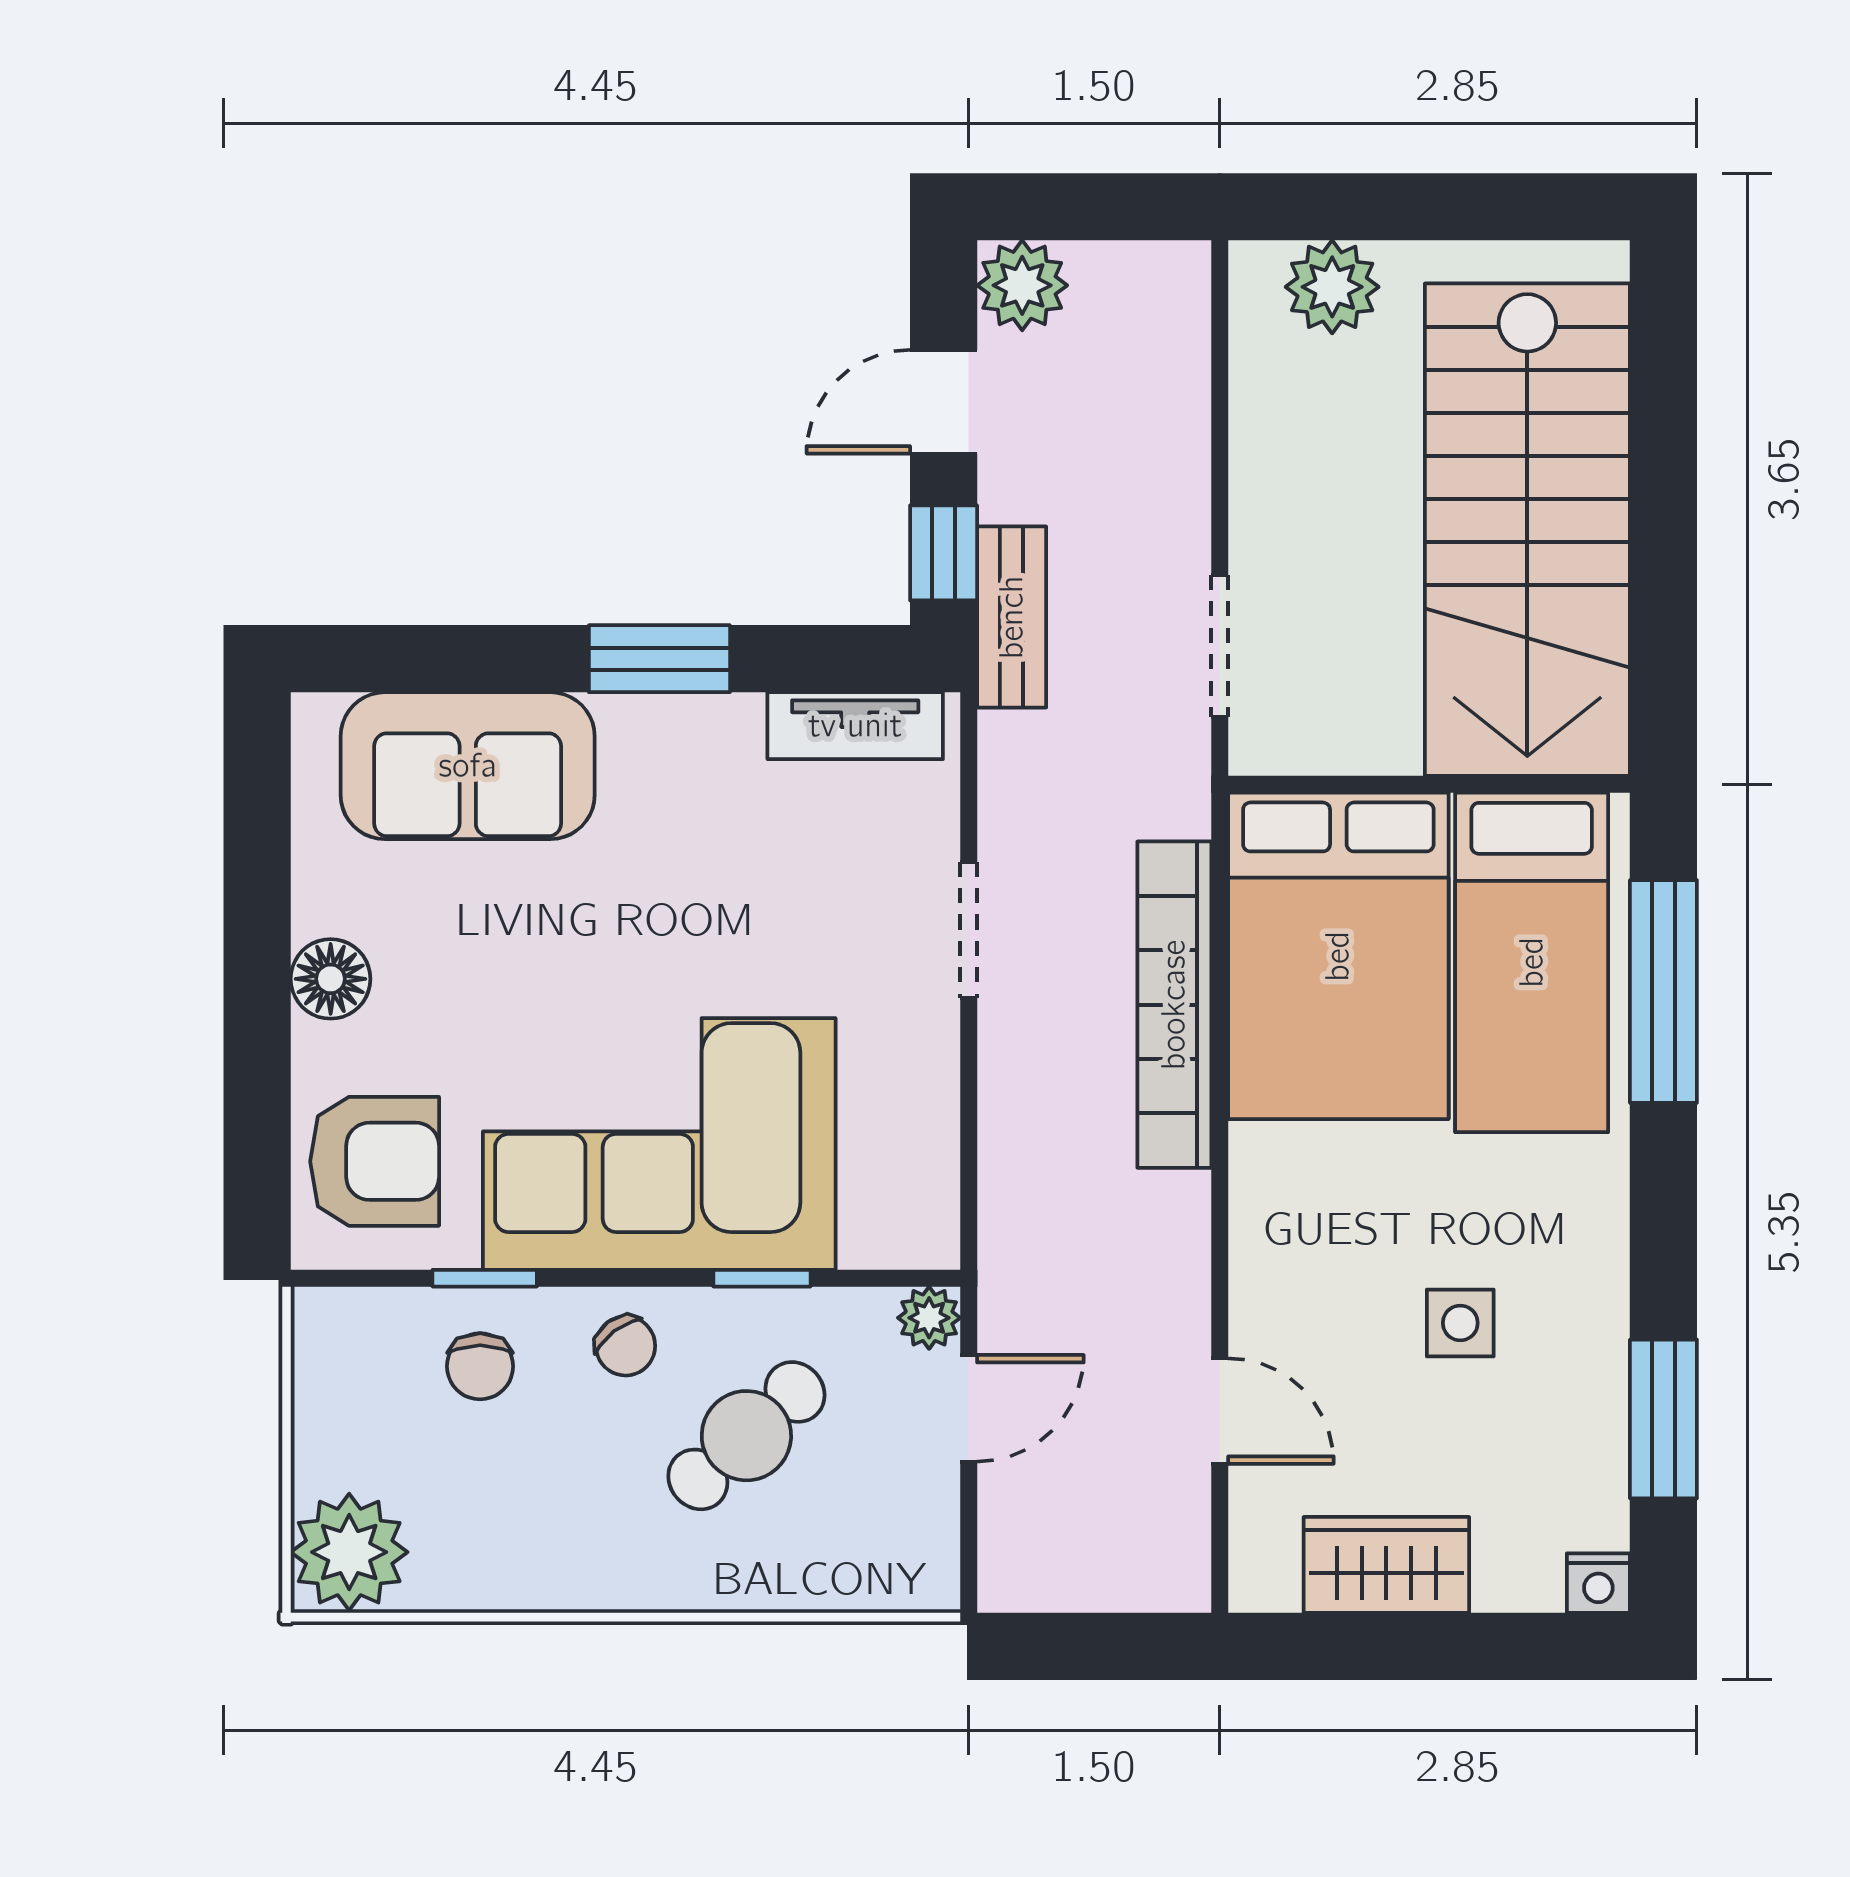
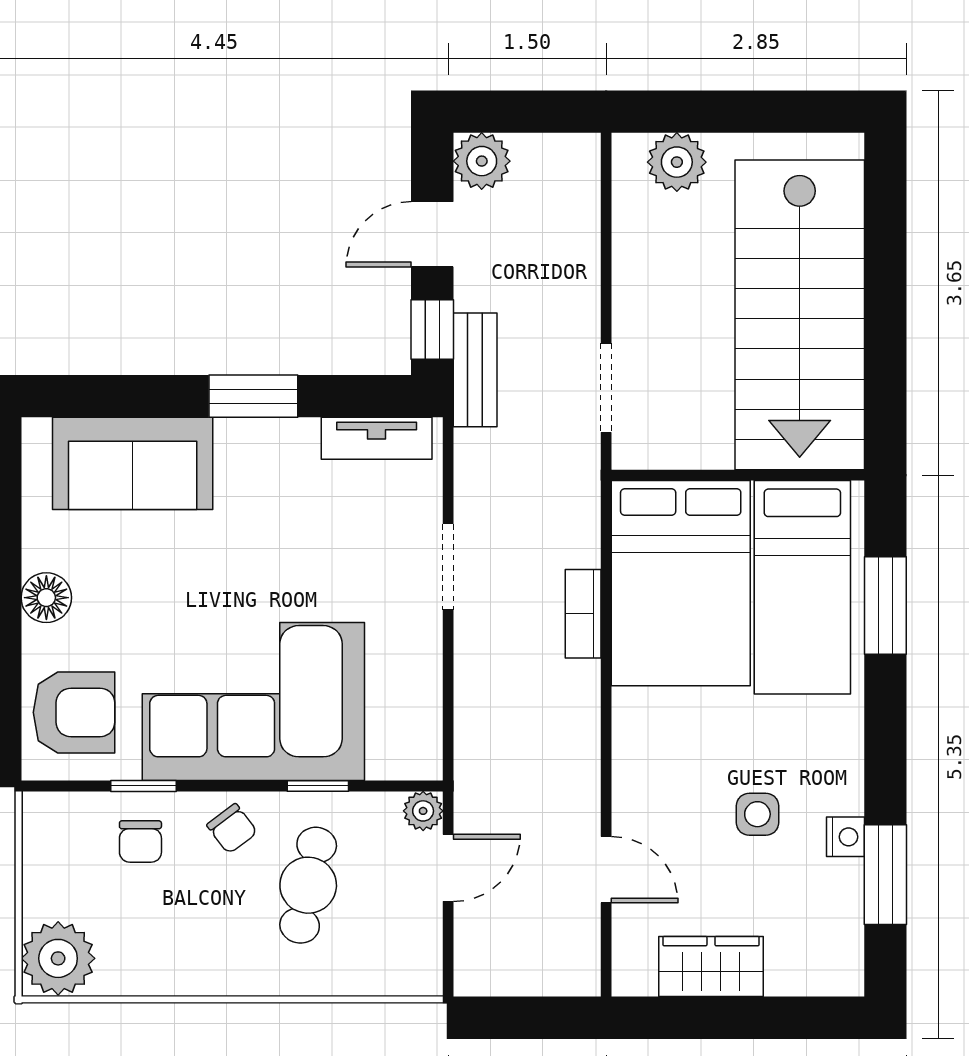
window: (1663, 991) -> (885, 606), width x0.69
bookcase: (1174, 1005) -> (583, 614), width x0.43, depth x0.76
cafe table: (746, 1436) -> (308, 885), turned -36
nightstand: (1598, 1583) -> (845, 837), moved, turned -90

